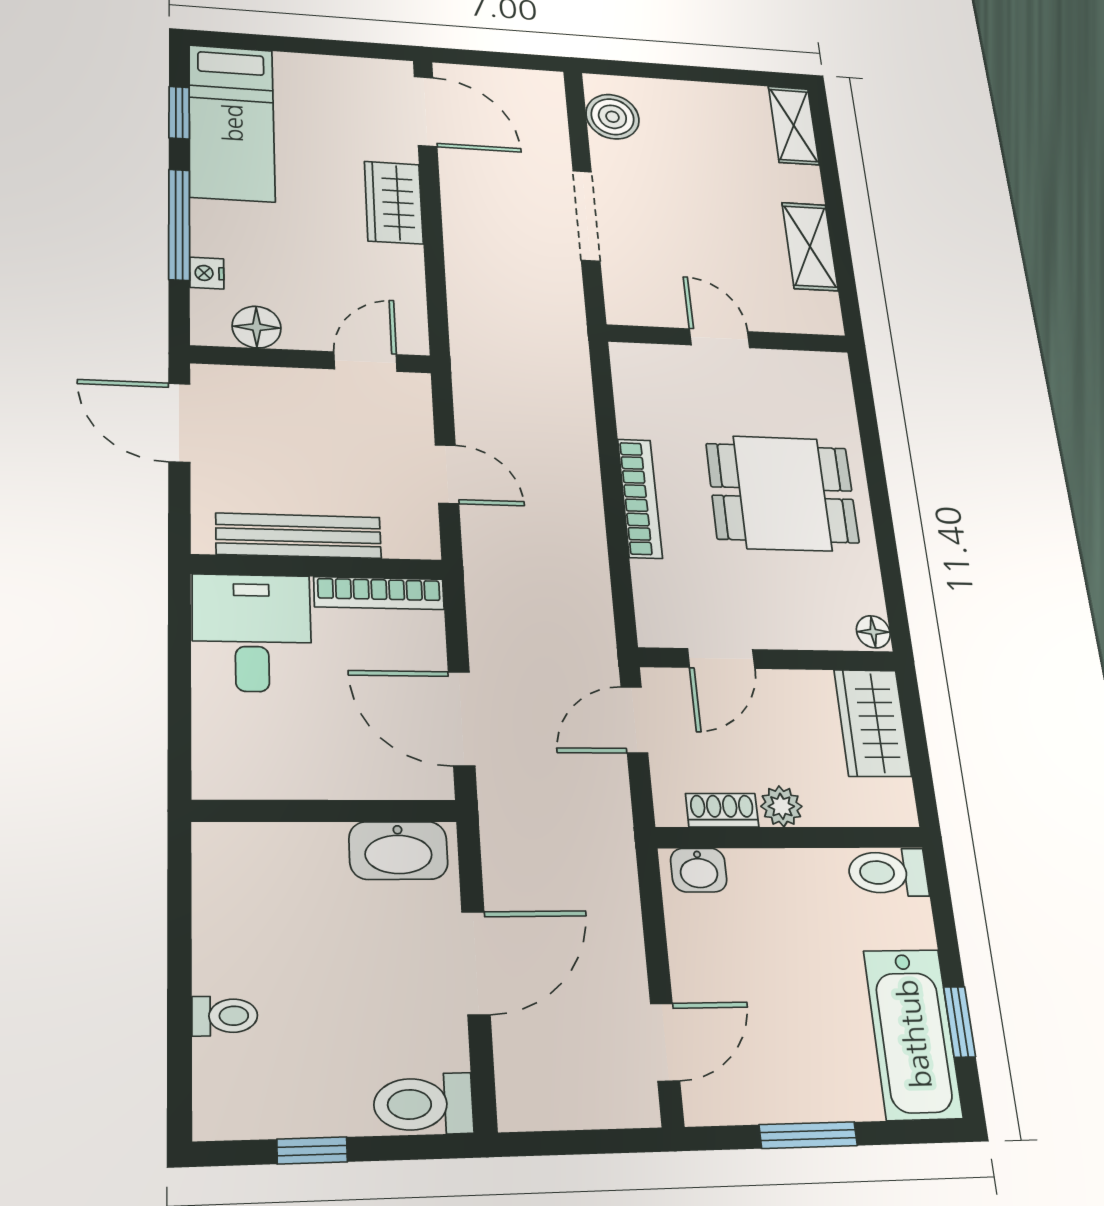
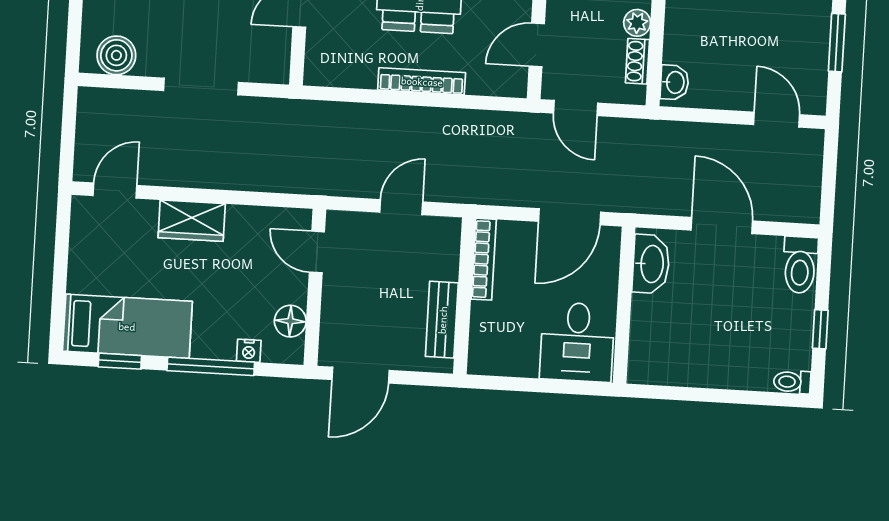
door: (425, 111) -> (115, 191), width x0.73
bench: (299, 536) -> (442, 320), width x0.73
desk: (252, 633) -> (577, 342), moved, turned -90
door: (721, 658) -> (537, 45), swing flipped
toilet: (225, 1016) -> (792, 382), moved, turned -90

